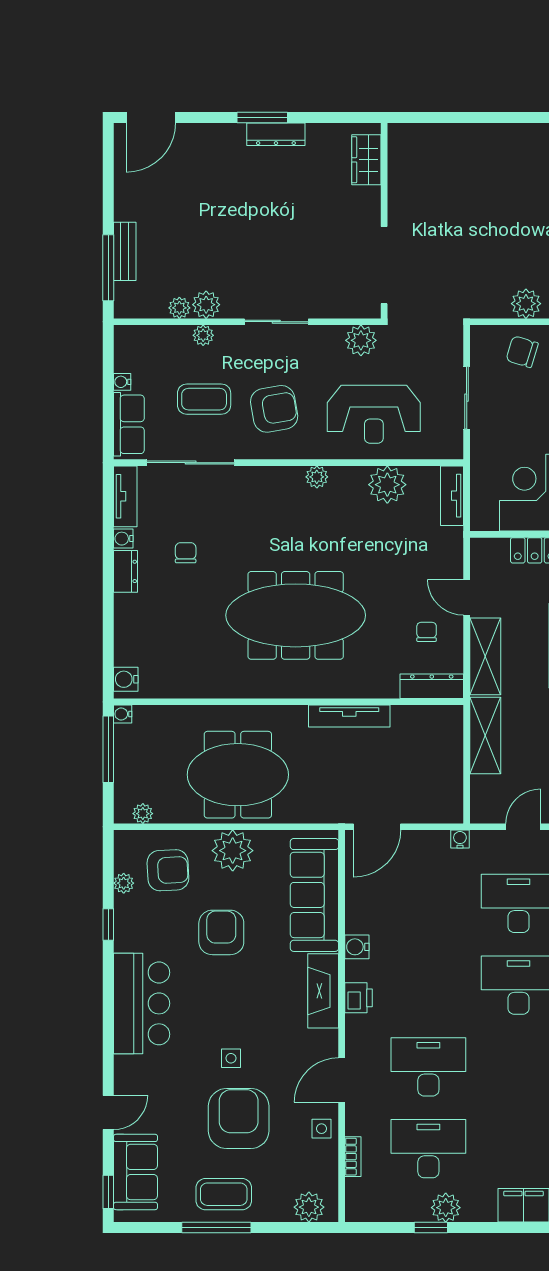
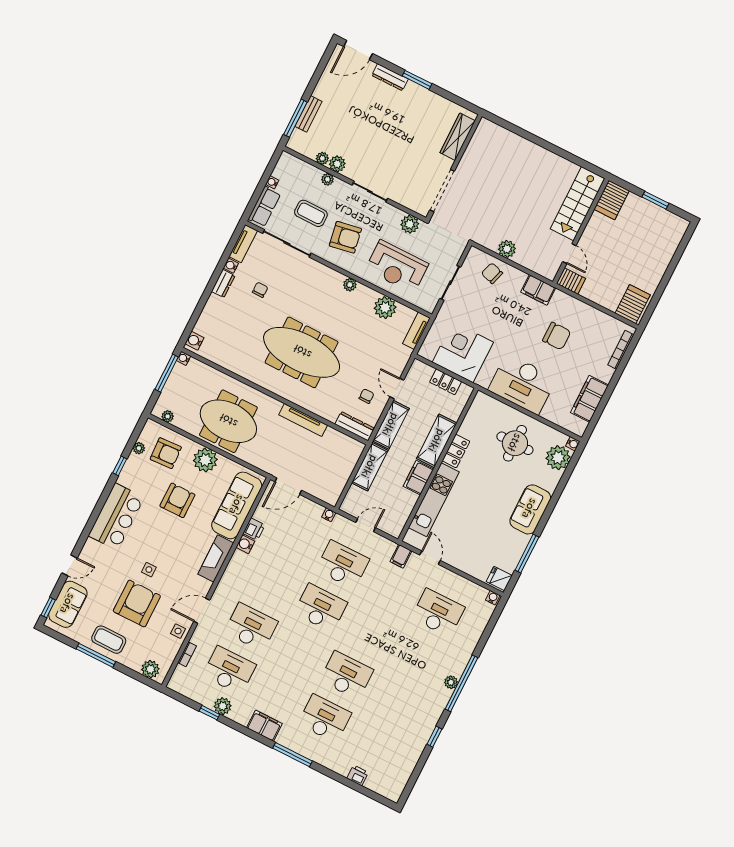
dresser: (276, 134) -> (390, 77), moved
wardrobe: (366, 160) -> (458, 137), width x1.50
printer: (359, 998) -> (254, 529), moved

